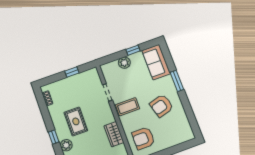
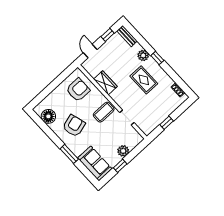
floor lamp: (183, 125) -> (48, 116), added

